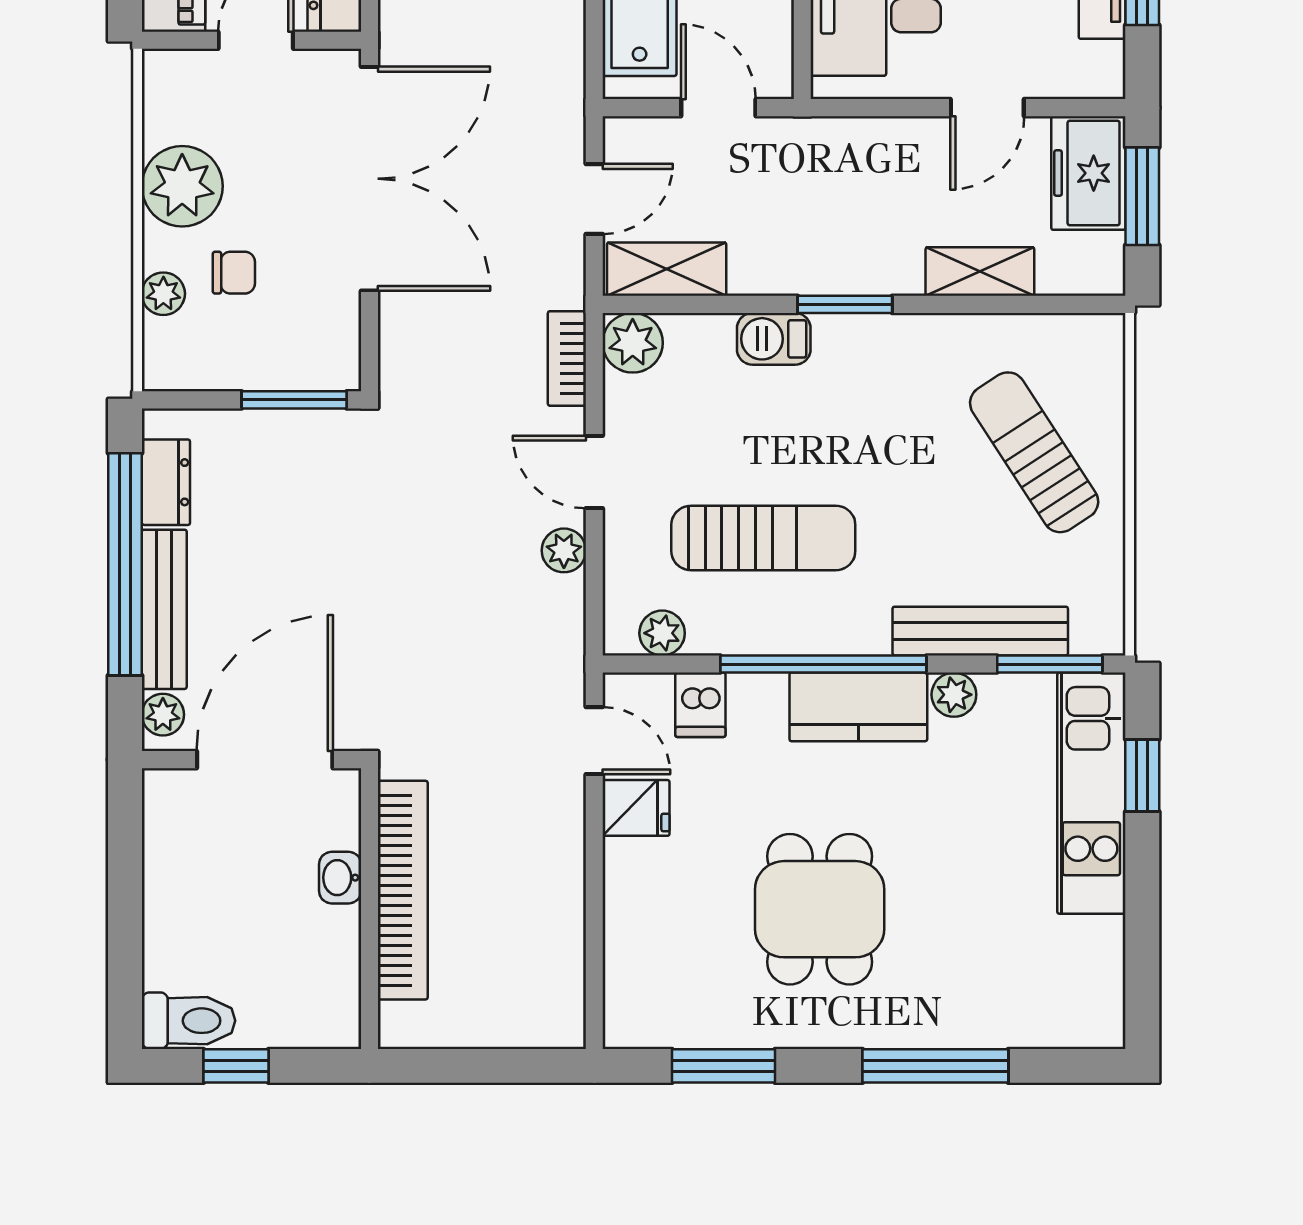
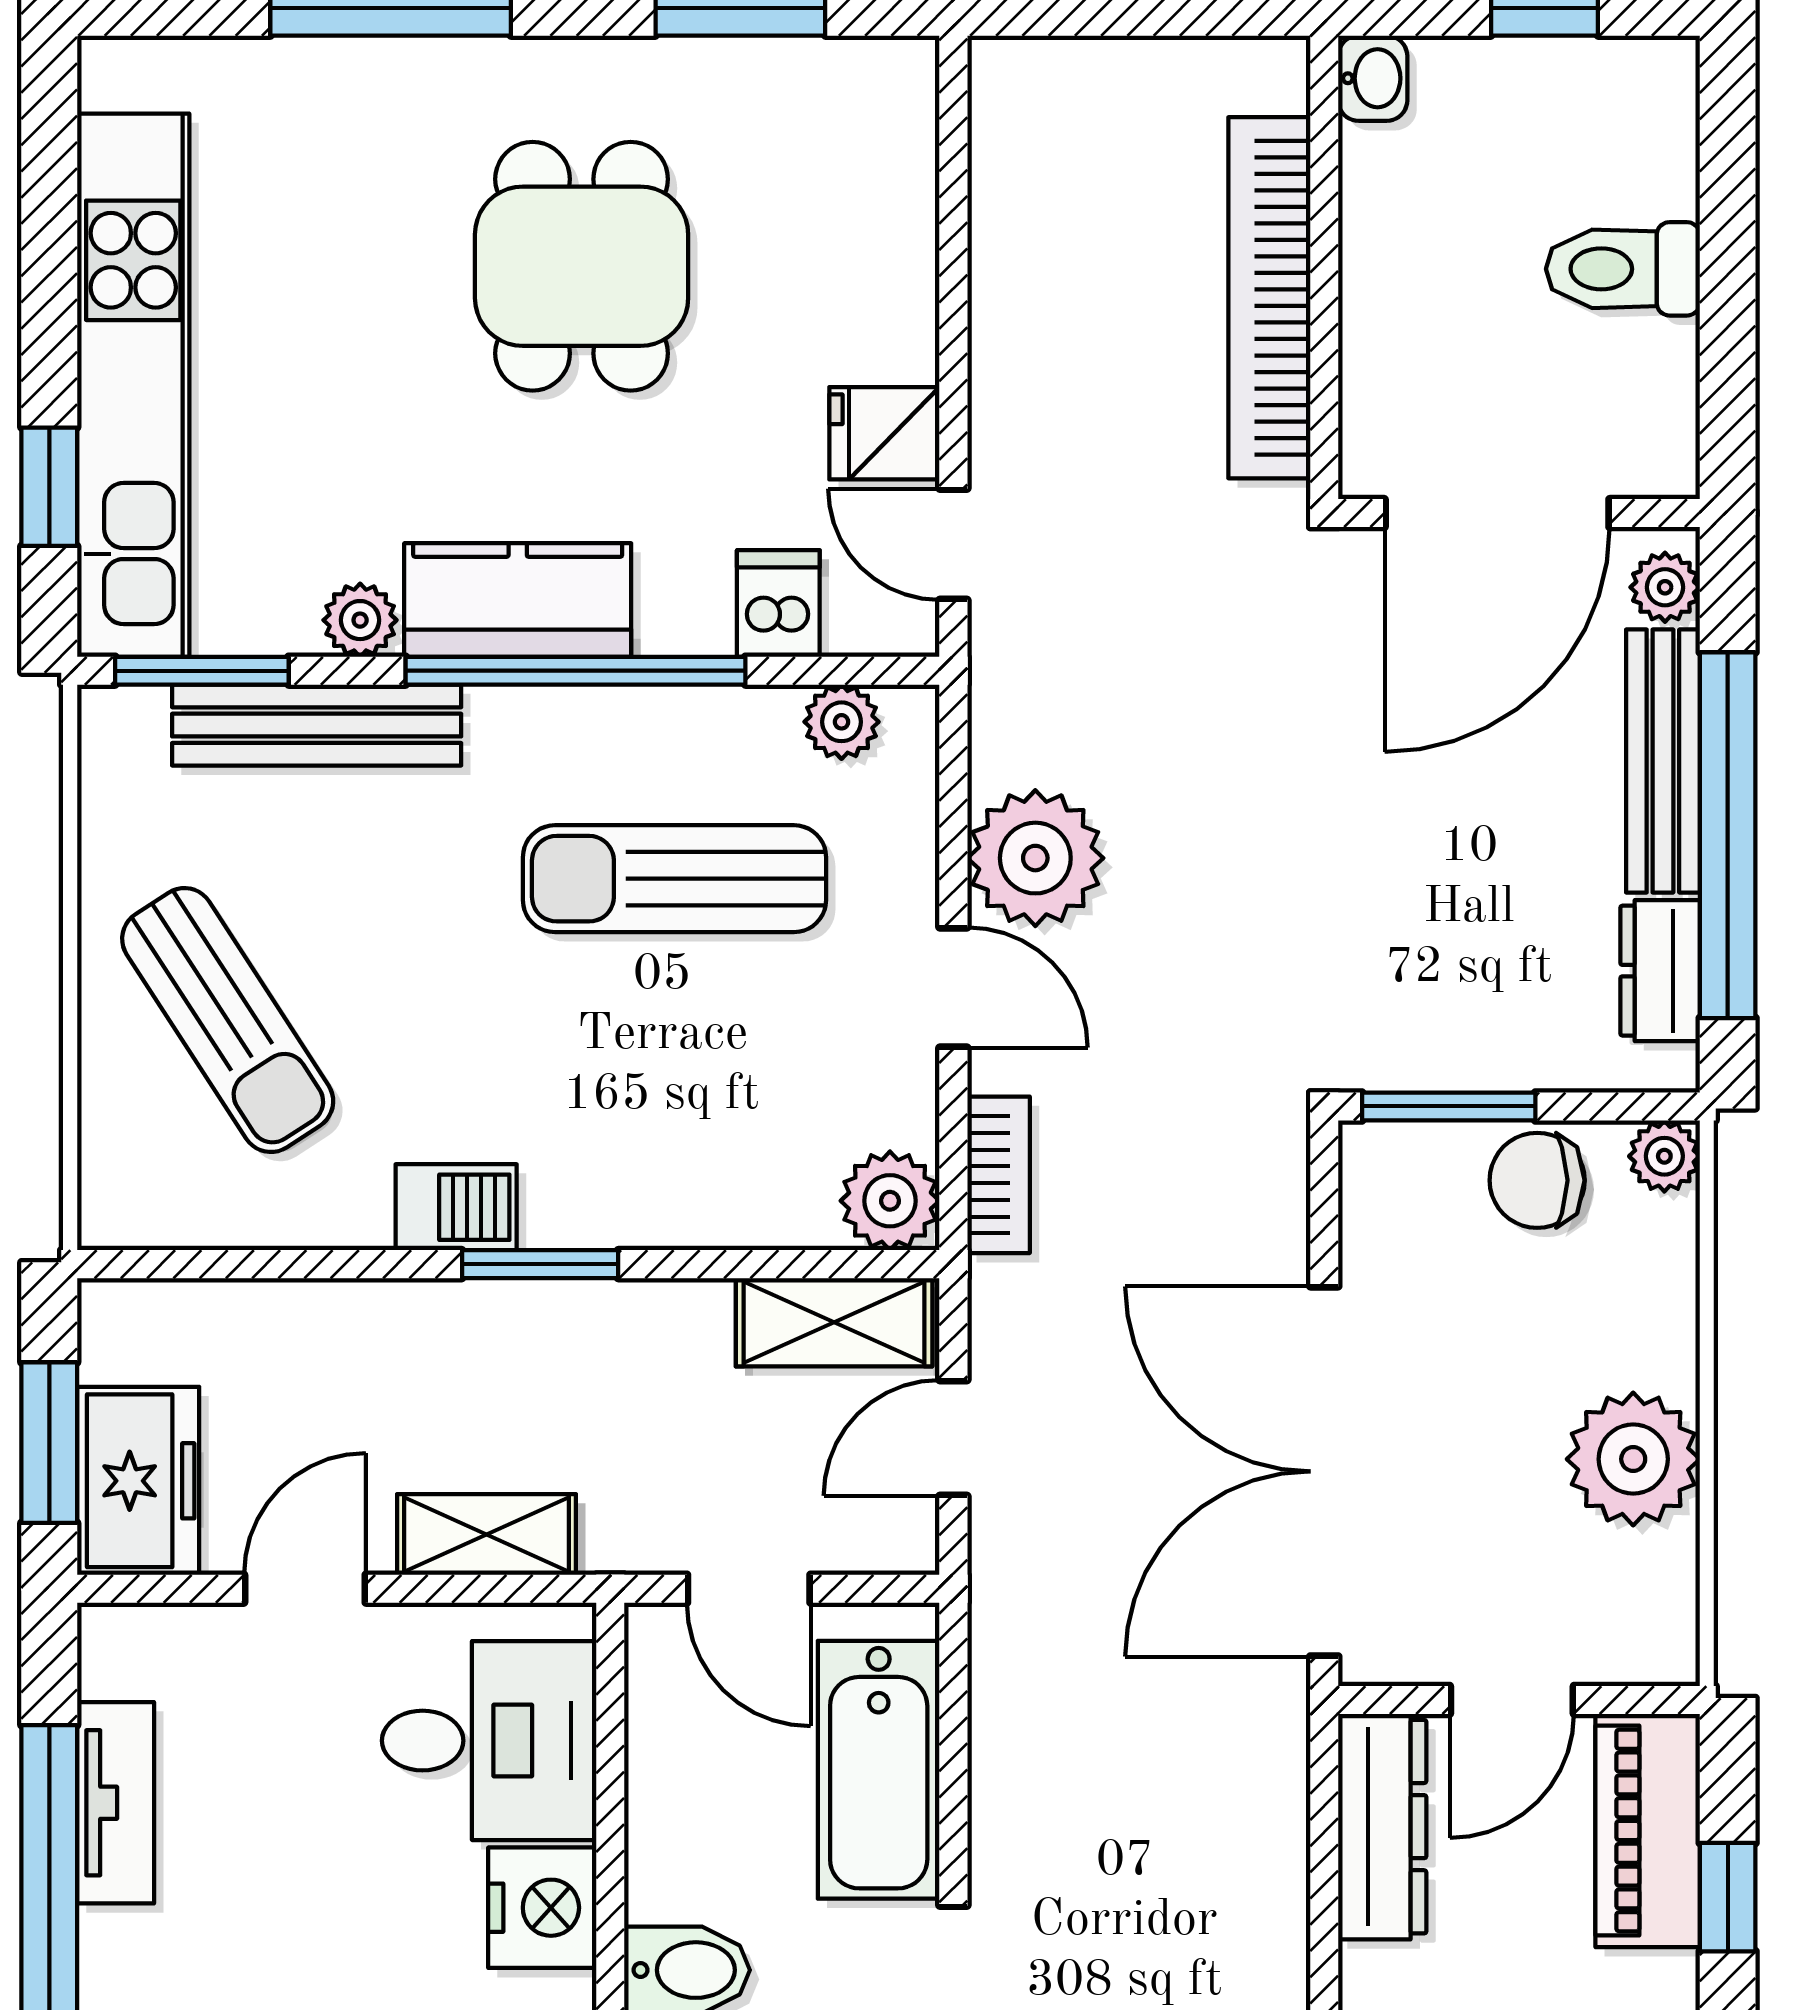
shelving: (980, 272) -> (487, 1534), moved
chair: (234, 273) -> (1537, 1180), moved, width x1.37, depth x1.37
plant: (163, 294) -> (1664, 1156), moved
barbecue: (774, 339) -> (456, 1207), moved
plant: (564, 550) -> (1035, 858), width x1.87, depth x1.87
kitchen unit: (1091, 793) -> (133, 385), width x1.36
washbasin: (340, 878) -> (1373, 78), moved
toilet: (188, 1021) -> (1623, 269), moved

